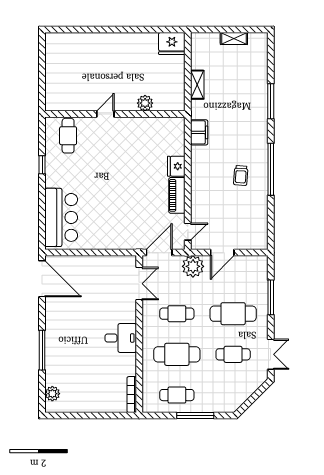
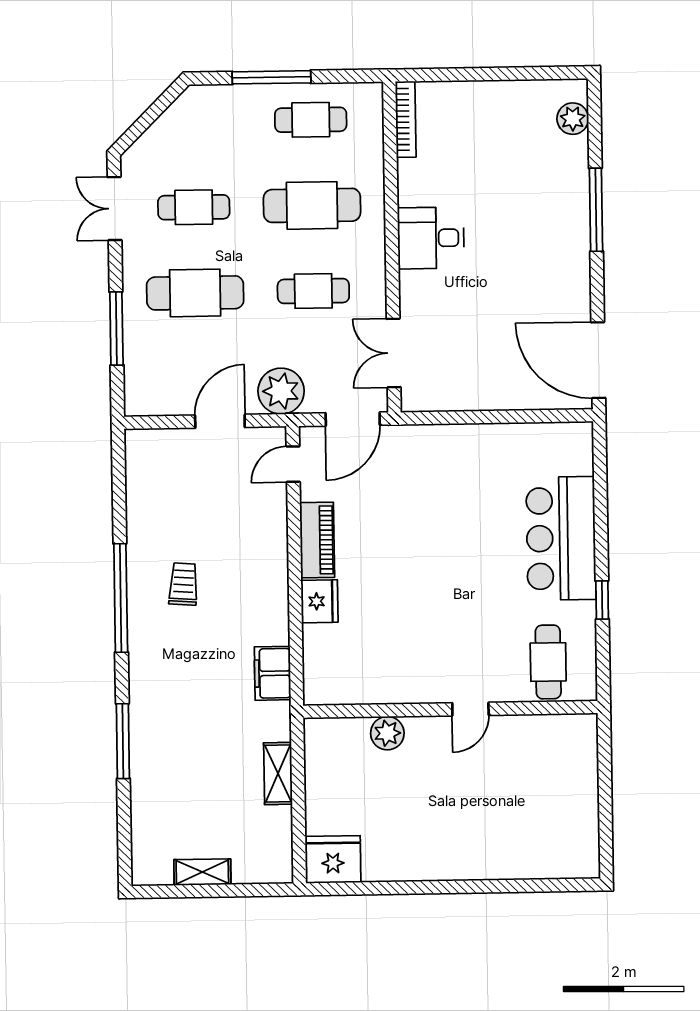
bar counter: (61, 217) -> (561, 538), moved

